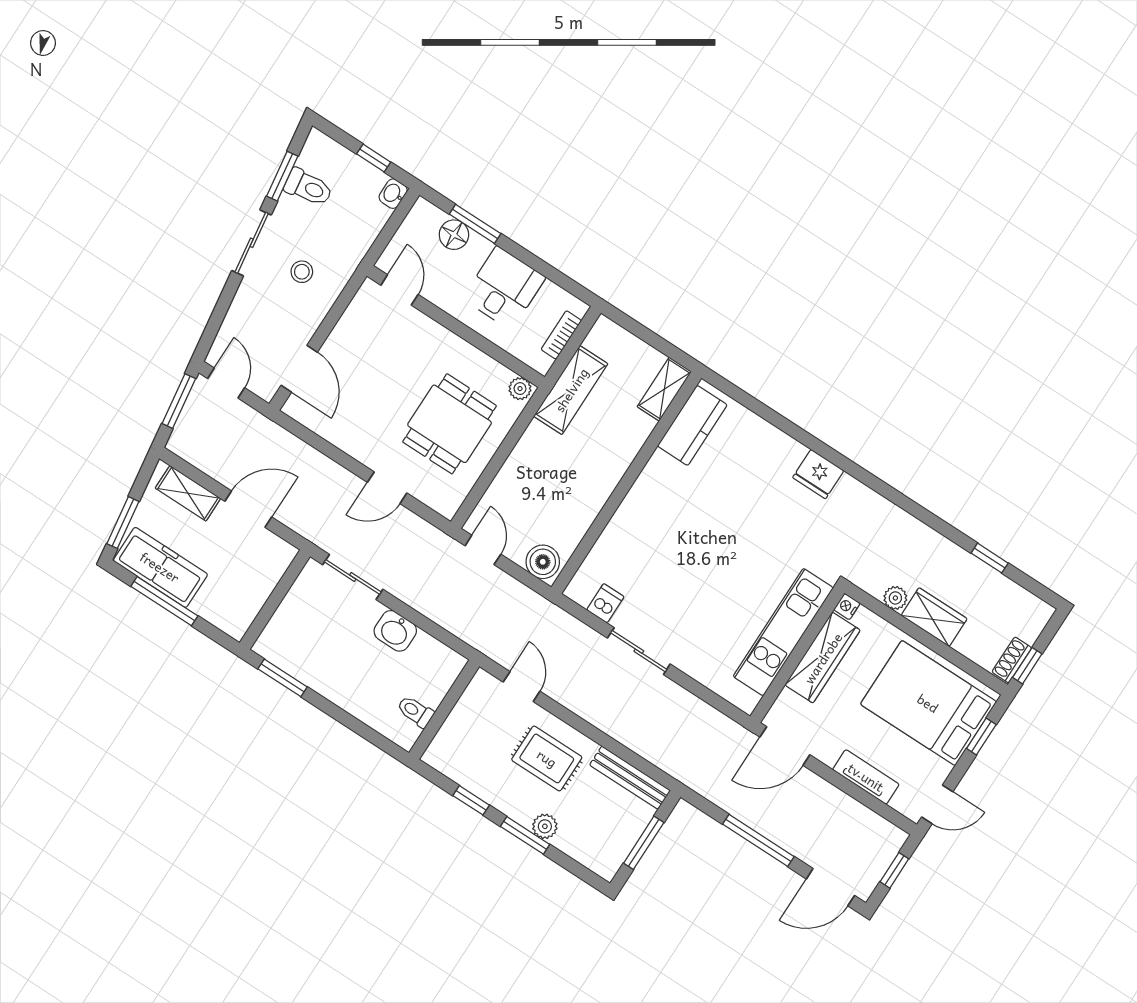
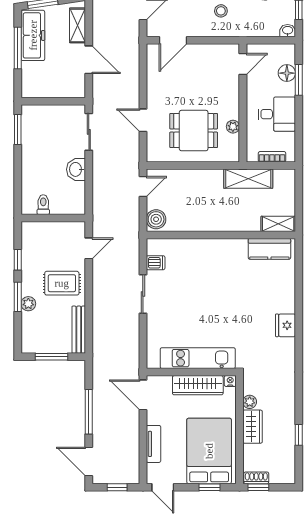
plant: (520, 389) -> (233, 127), moved
rug: (547, 758) -> (62, 283), turned 90

